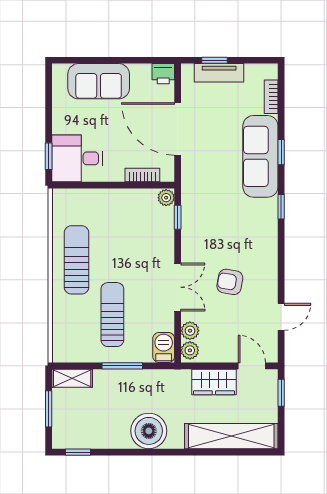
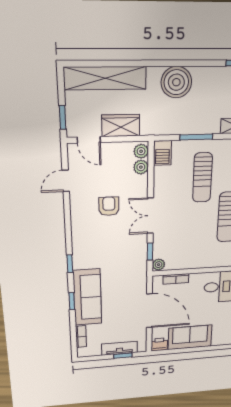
sofa: (99, 81) -> (190, 337), moved
armchair: (230, 282) -> (109, 206), turned -100
double door: (178, 287) -> (150, 216), moved

